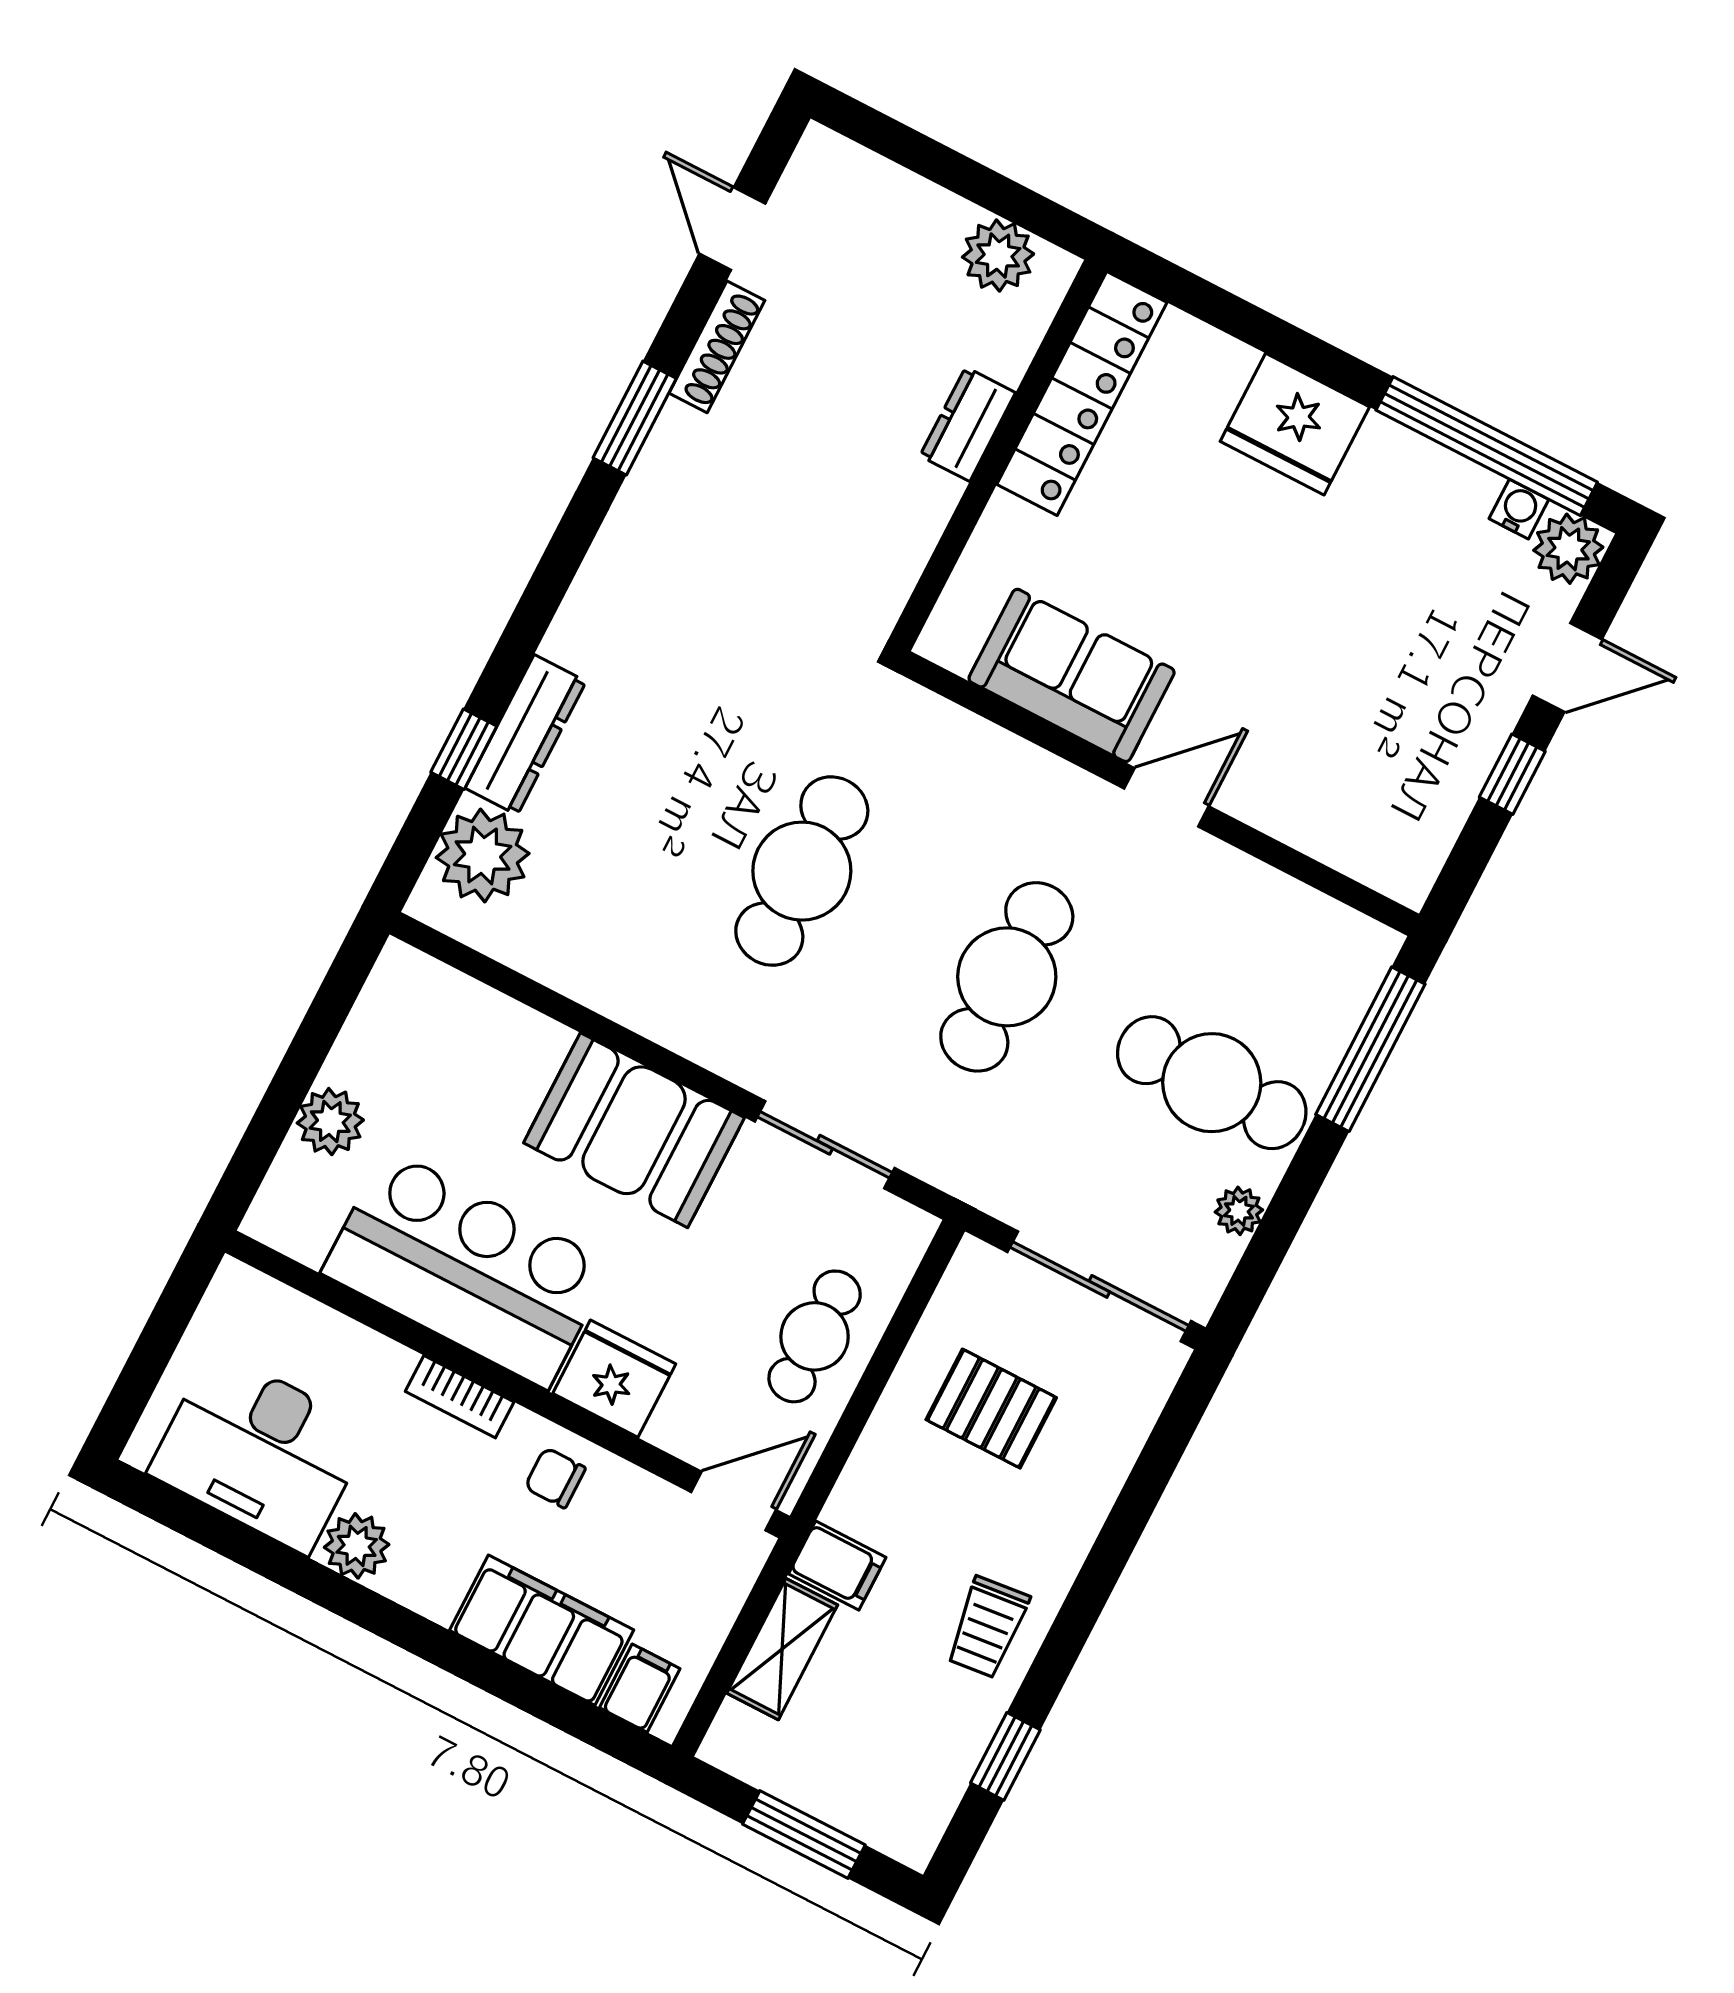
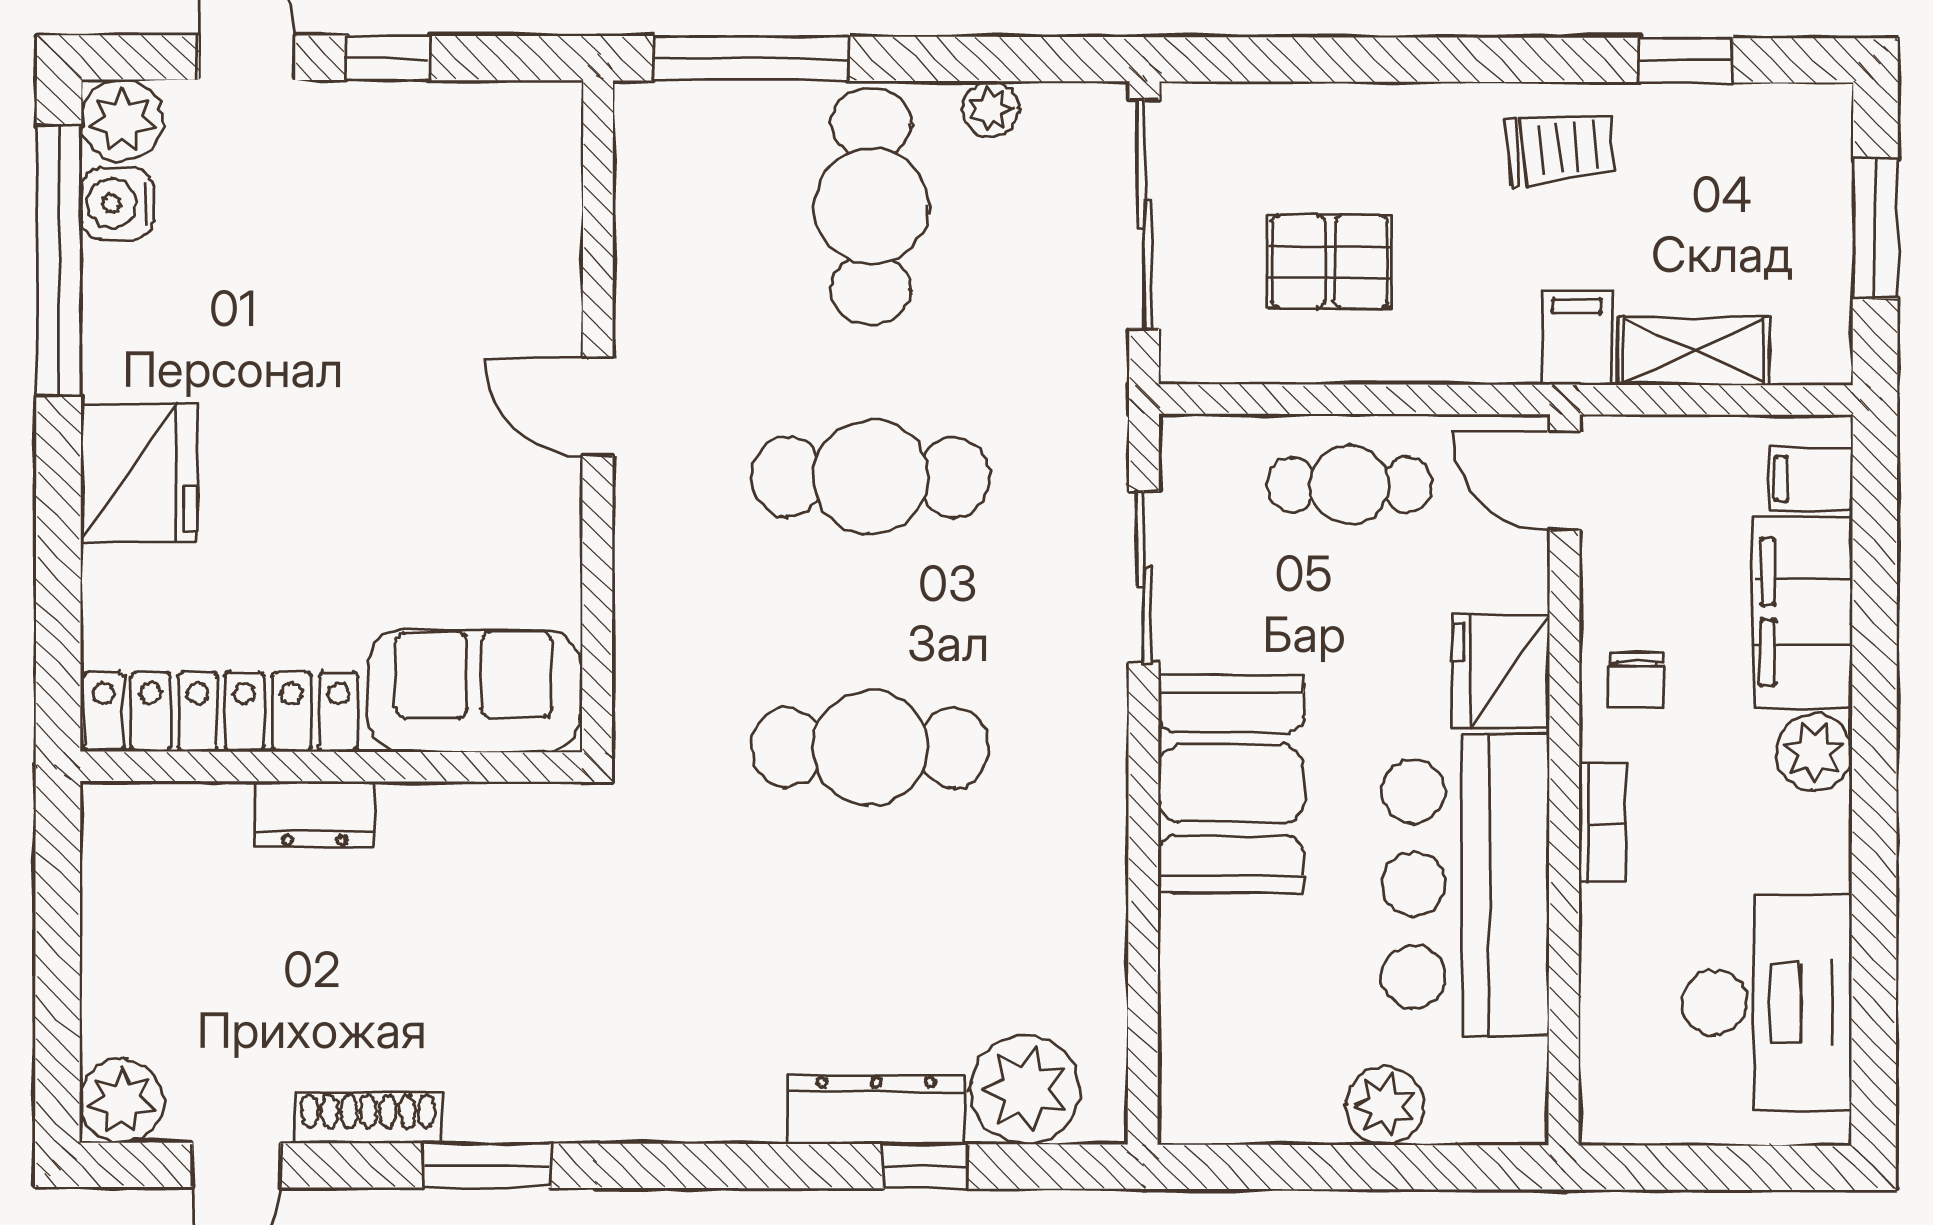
plant: (998, 255) -> (122, 1101), moved
water cooler: (1519, 509) -> (117, 203), width x1.38, depth x1.38
sofa: (1072, 675) -> (474, 691), moved, turned 90
pallet: (991, 1409) -> (1330, 262), turned 90
plant: (357, 1546) -> (1814, 752), moved

